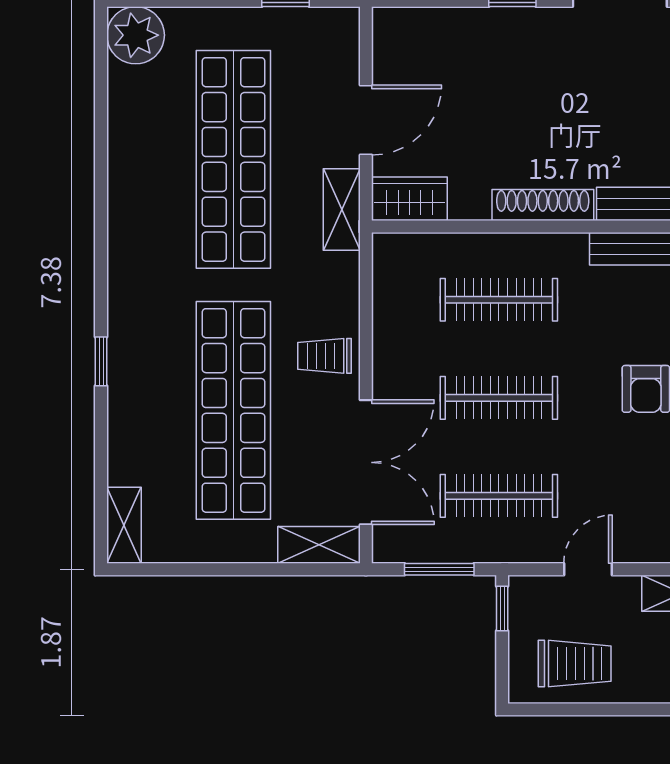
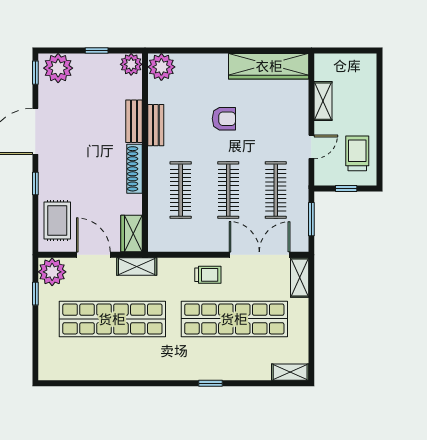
plant: (136, 35) -> (52, 272), moved
rug: (436, 46) -> (57, 220), added
trolley: (325, 356) -> (208, 275), turned -90
door: (588, 569) -> (311, 147), swing flipped
window: (502, 609) -> (346, 189), moved

